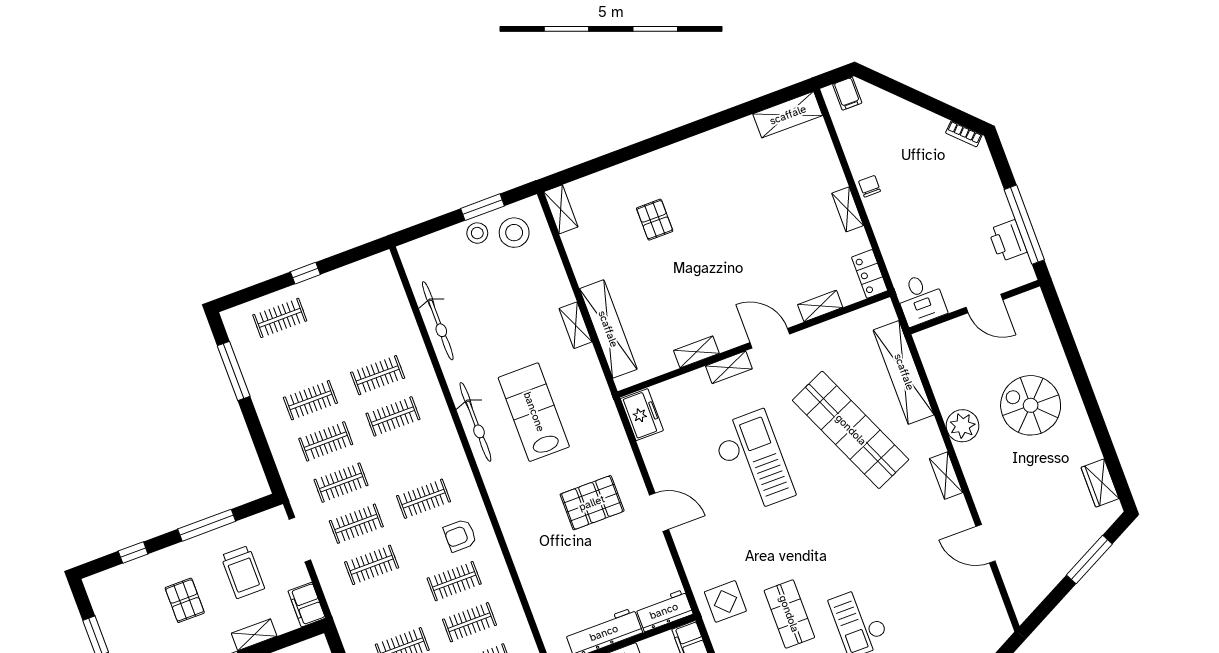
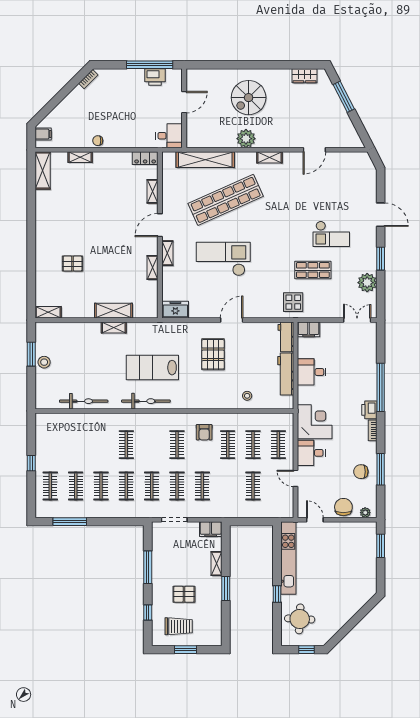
shelving: (848, 209) -> (80, 157), moved
stool: (514, 233) -> (247, 396), moved, width x0.53, depth x0.53
shelving: (608, 329) -> (114, 311), width x0.68
clothes rail: (378, 375) -> (76, 486), moved
trolley: (243, 572) -> (179, 626), moved

